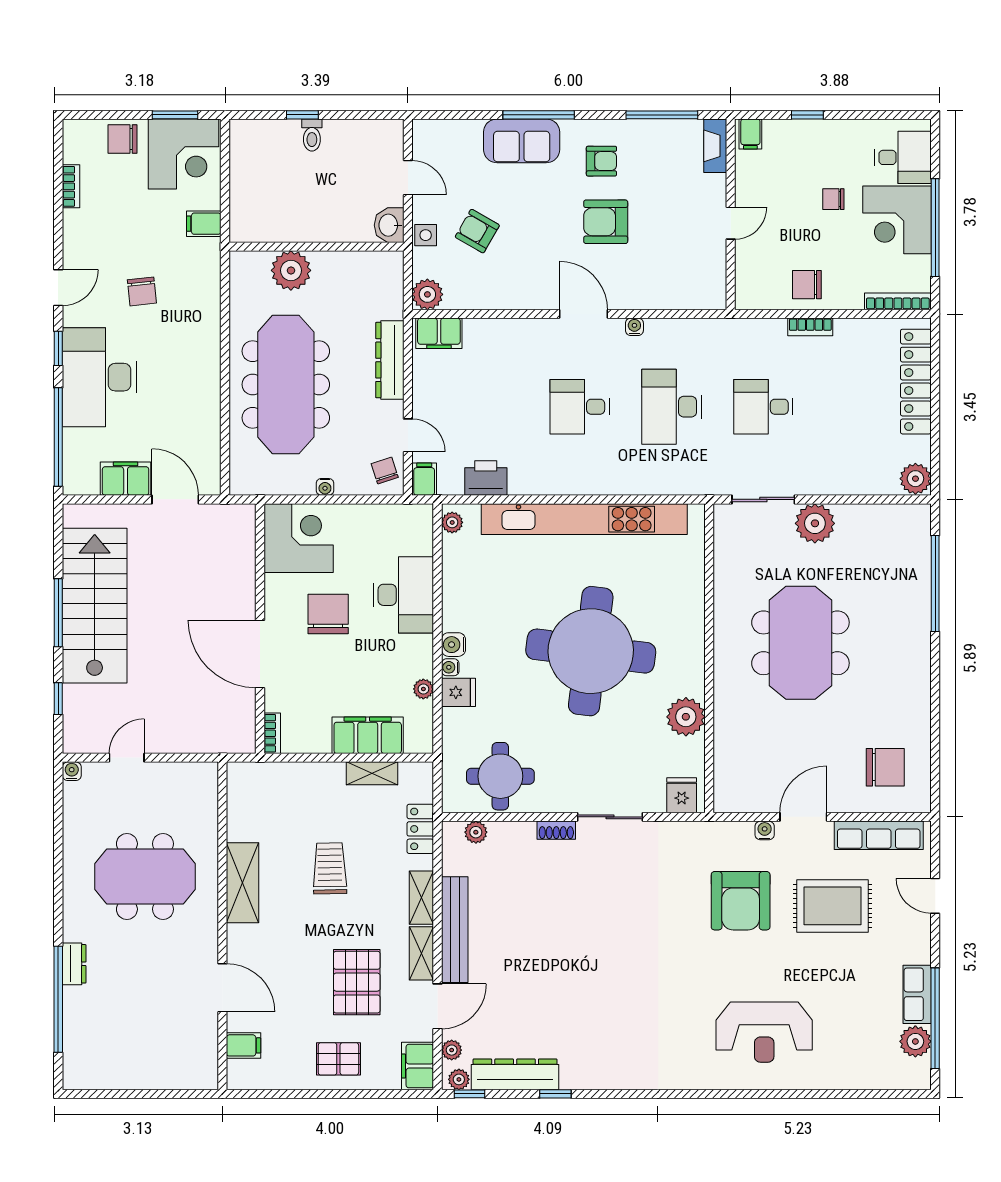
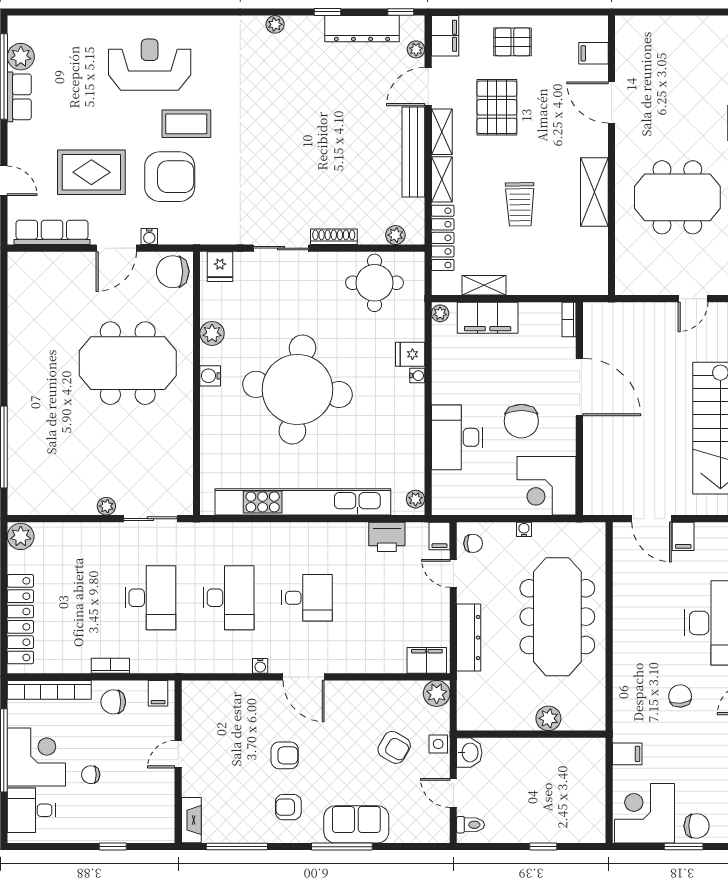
window: (175, 115) -> (684, 847), moved
filing cabinet: (750, 134) -> (158, 693), moved, turned 180
toilet: (312, 135) -> (470, 825), moved, turned 90
chair: (833, 199) -> (91, 775), turned 180
armchair: (606, 222) -> (285, 755), width x0.72, depth x0.72
plant: (291, 270) -> (548, 718), width x0.73, depth x0.73
chair: (807, 285) -> (113, 702), turned 180
bookcase: (898, 301) -> (49, 690), width x1.48, depth x1.31
desk: (763, 407) -> (150, 598), width x1.37
chair: (385, 471) -> (473, 543), turned -72
filing cabinet: (126, 479) -> (683, 536), width x0.50
plant: (815, 523) -> (106, 506), width x0.53, depth x0.53
meeting table: (800, 643) -> (128, 363), moved, turned 90
water cooler: (453, 645) -> (210, 376), moved, turned 180
plant: (423, 689) -> (440, 313), moved
plant: (686, 717) -> (212, 333), width x0.73, depth x0.73
chair: (885, 767) -> (173, 272), moved
locker: (420, 829) -> (443, 238), width x1.53
shoe rack: (556, 830) -> (334, 237), width x1.43
armchair: (741, 901) -> (170, 177), turned 90
coffee table: (721, 963) -> (186, 124), added
plant: (459, 1079) -> (275, 24), moved

